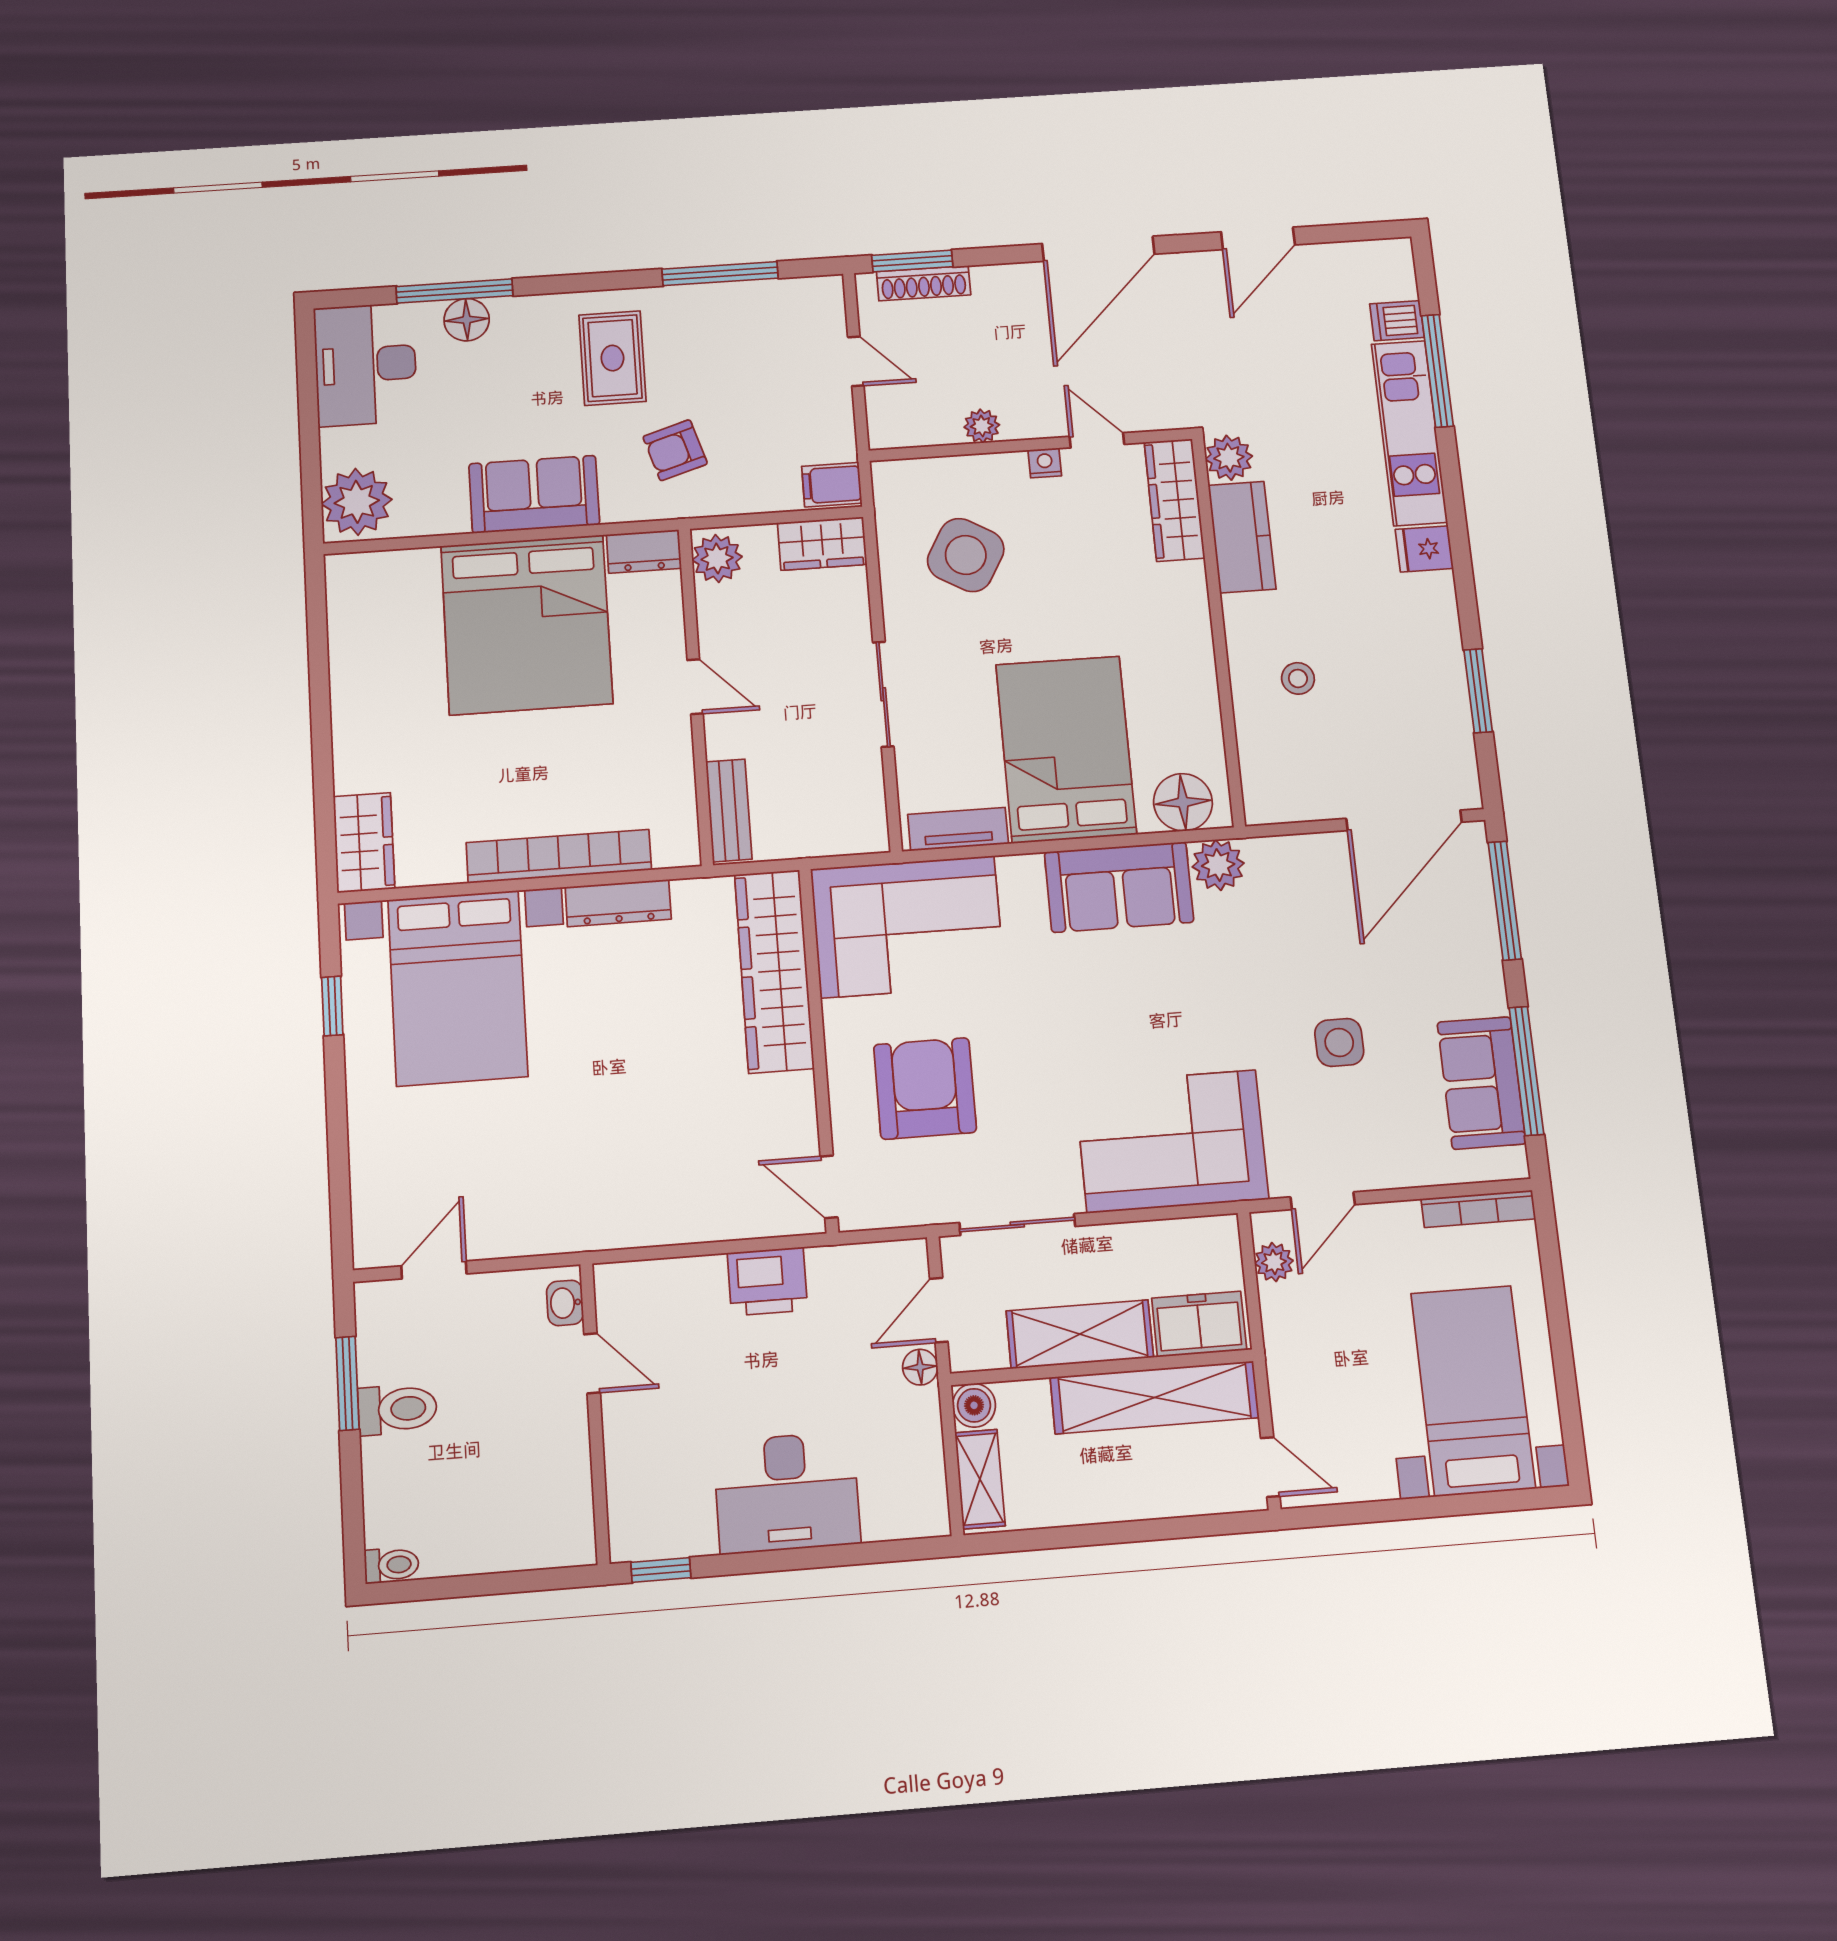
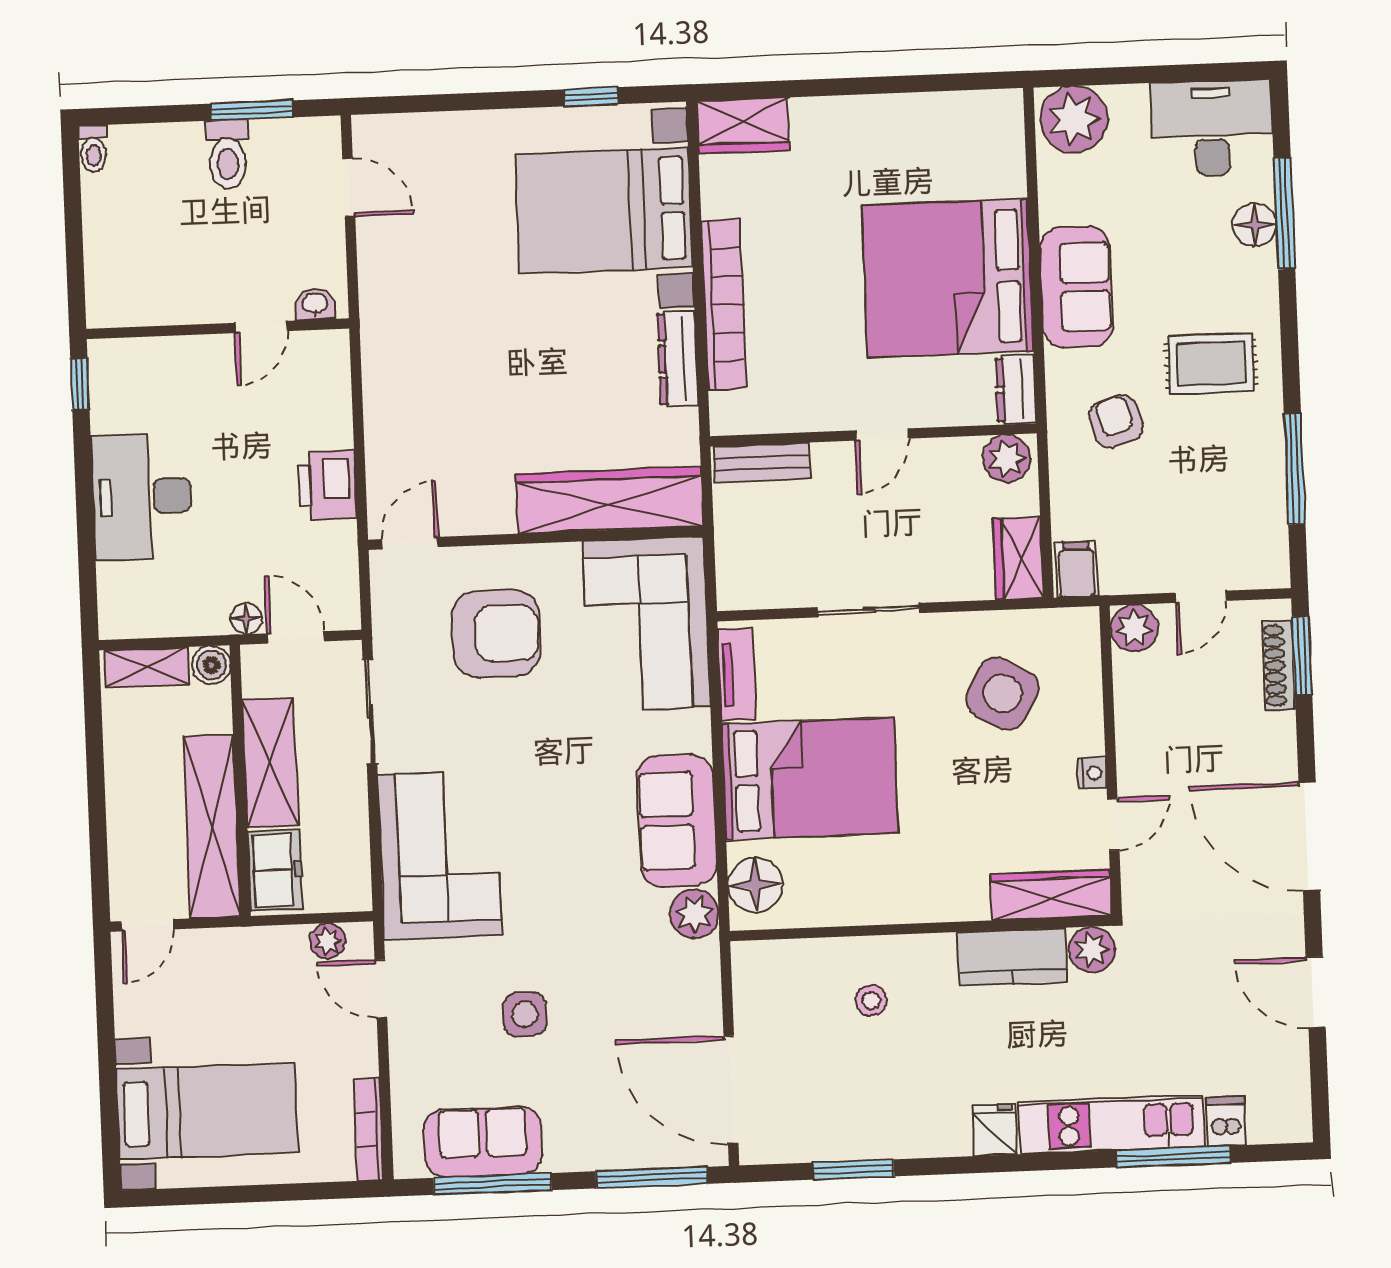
plant: (982, 426) -> (1134, 628), moved, width x1.38, depth x1.38

